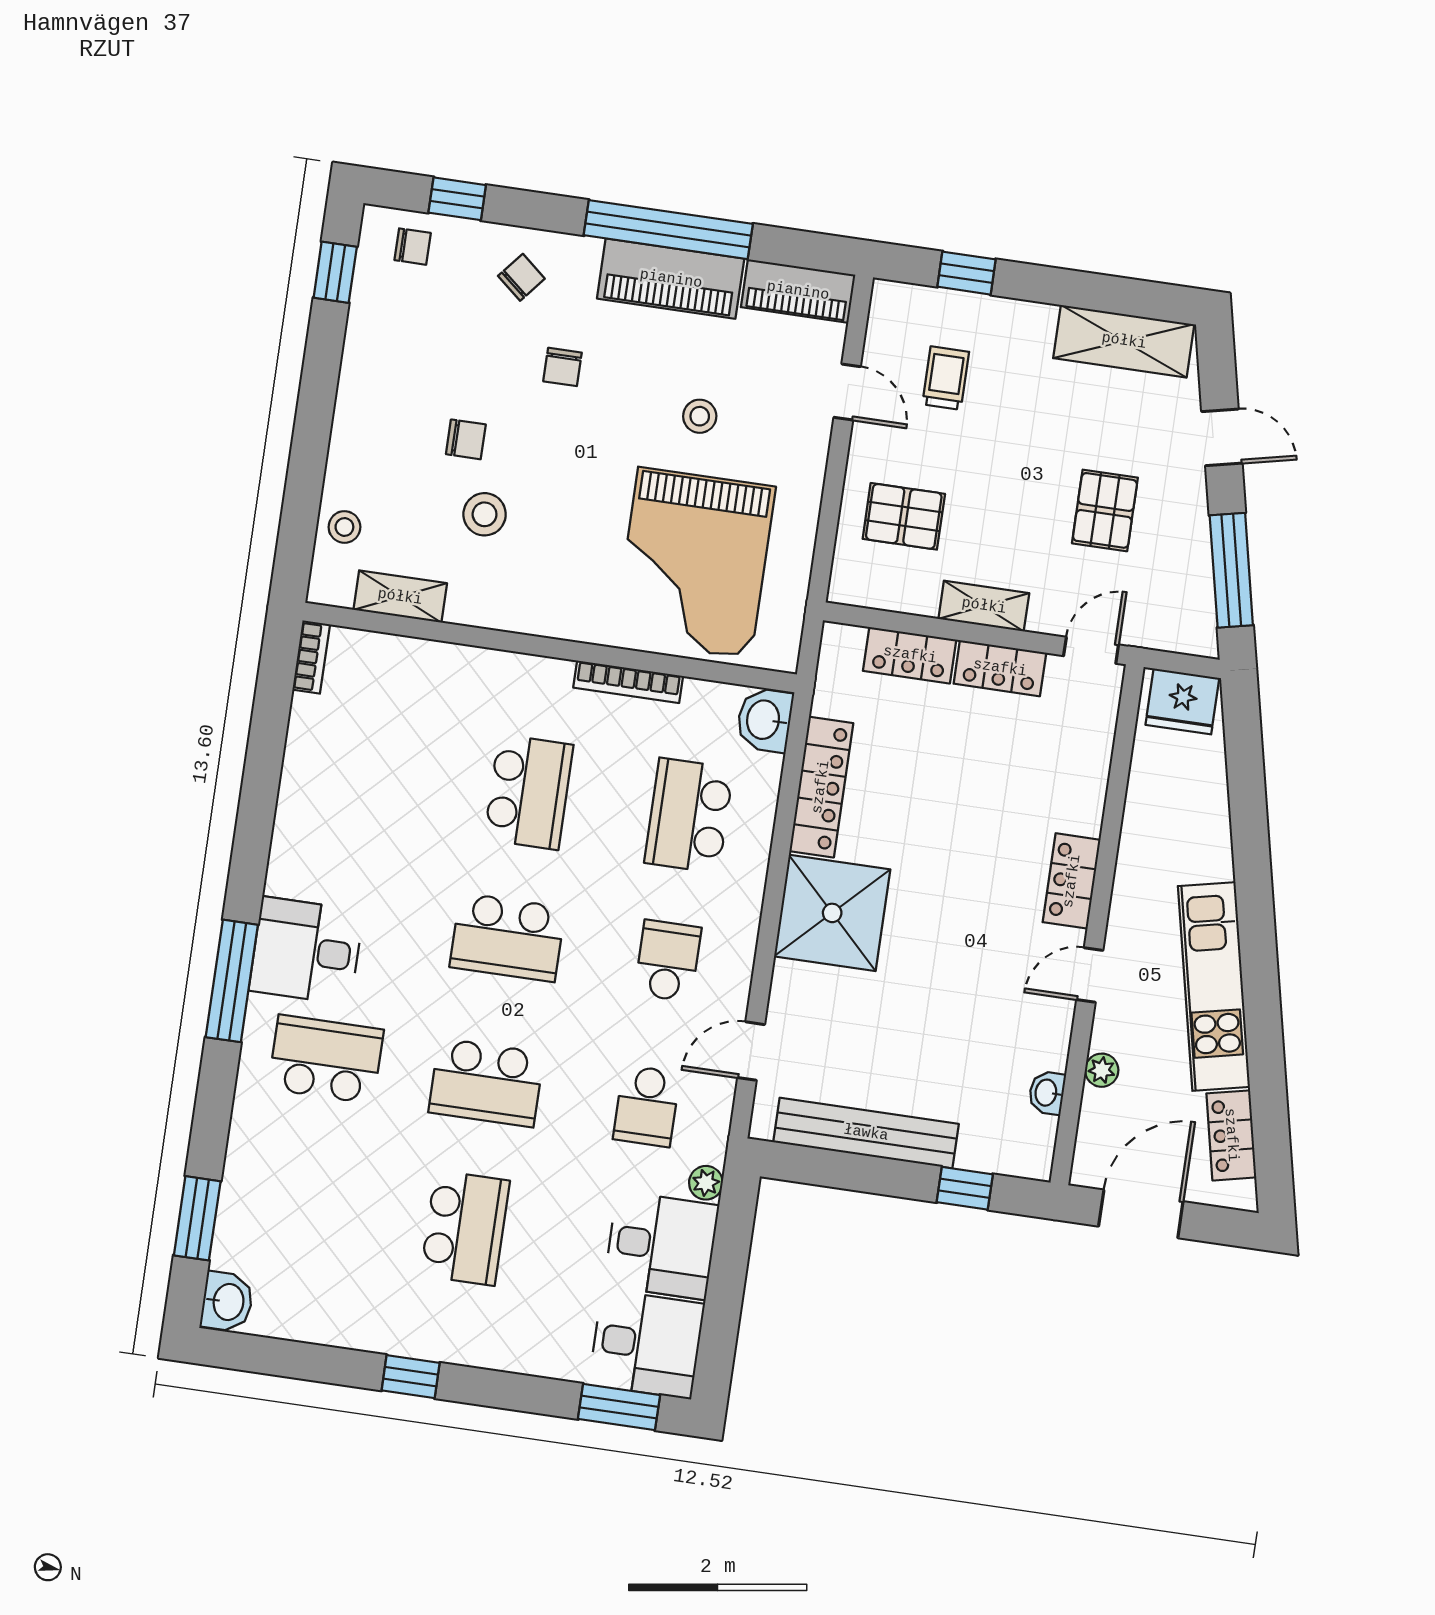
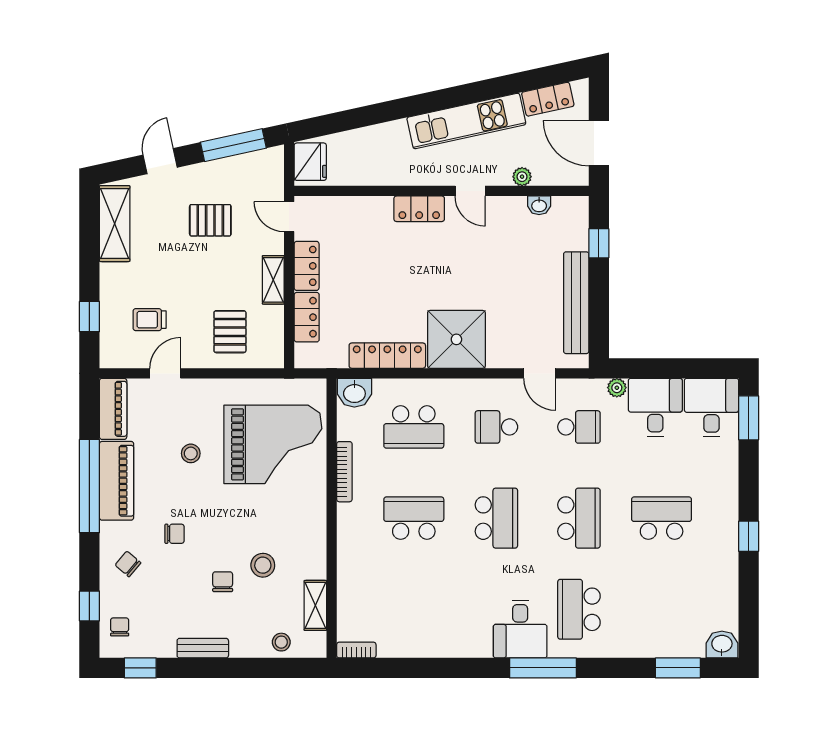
bench: (354, 387) -> (203, 648), added

